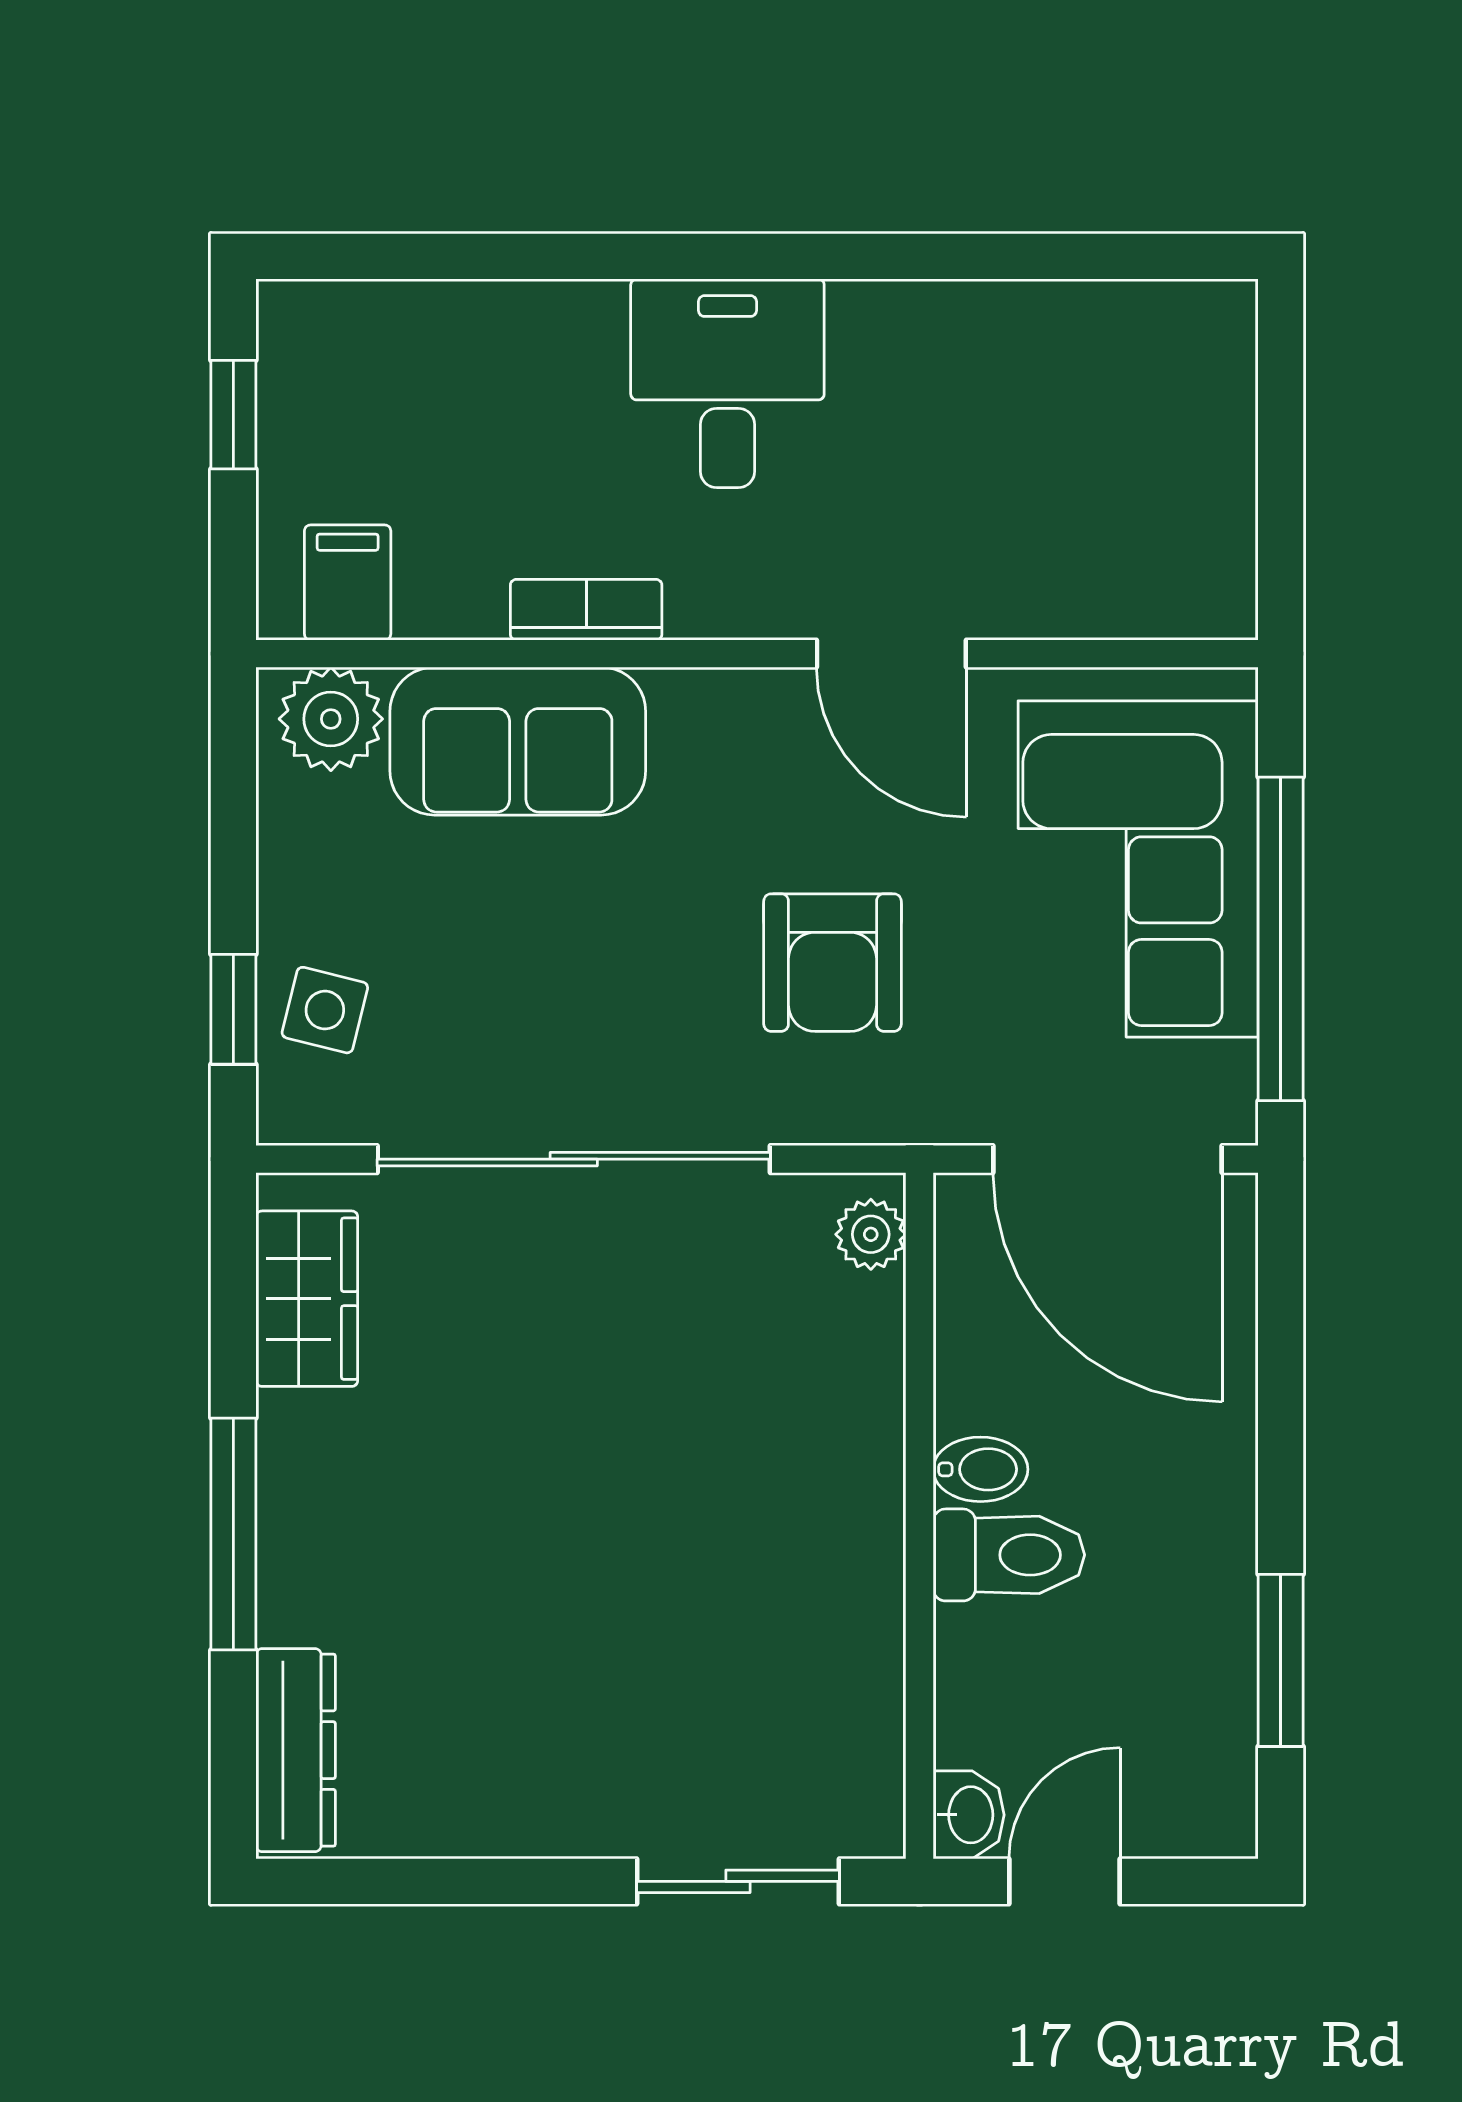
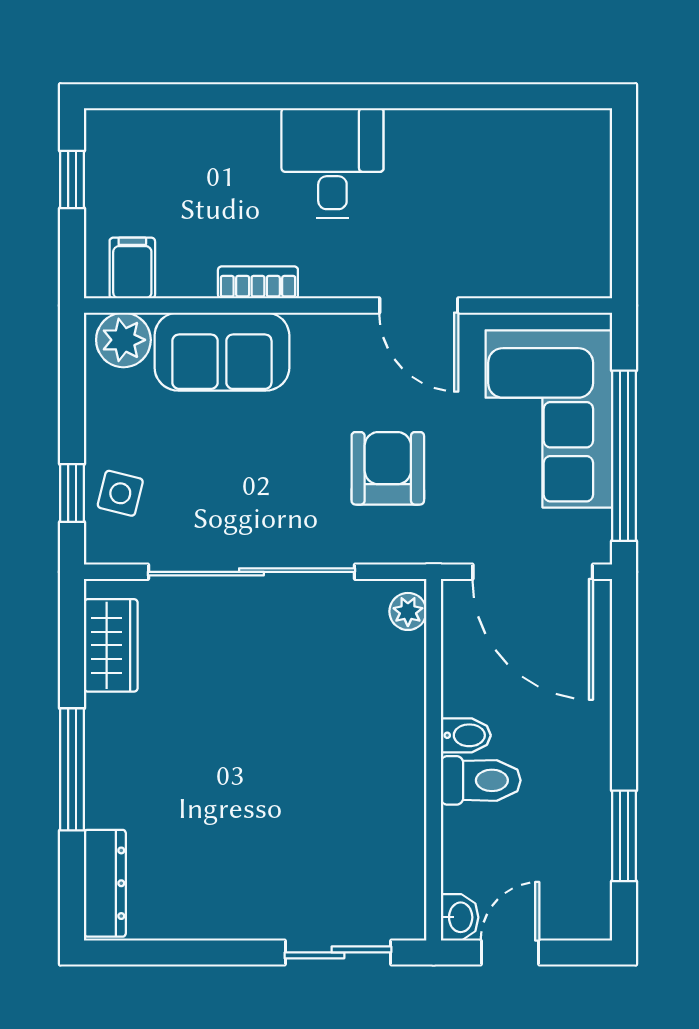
armchair: (833, 963) -> (388, 468), turned 180

